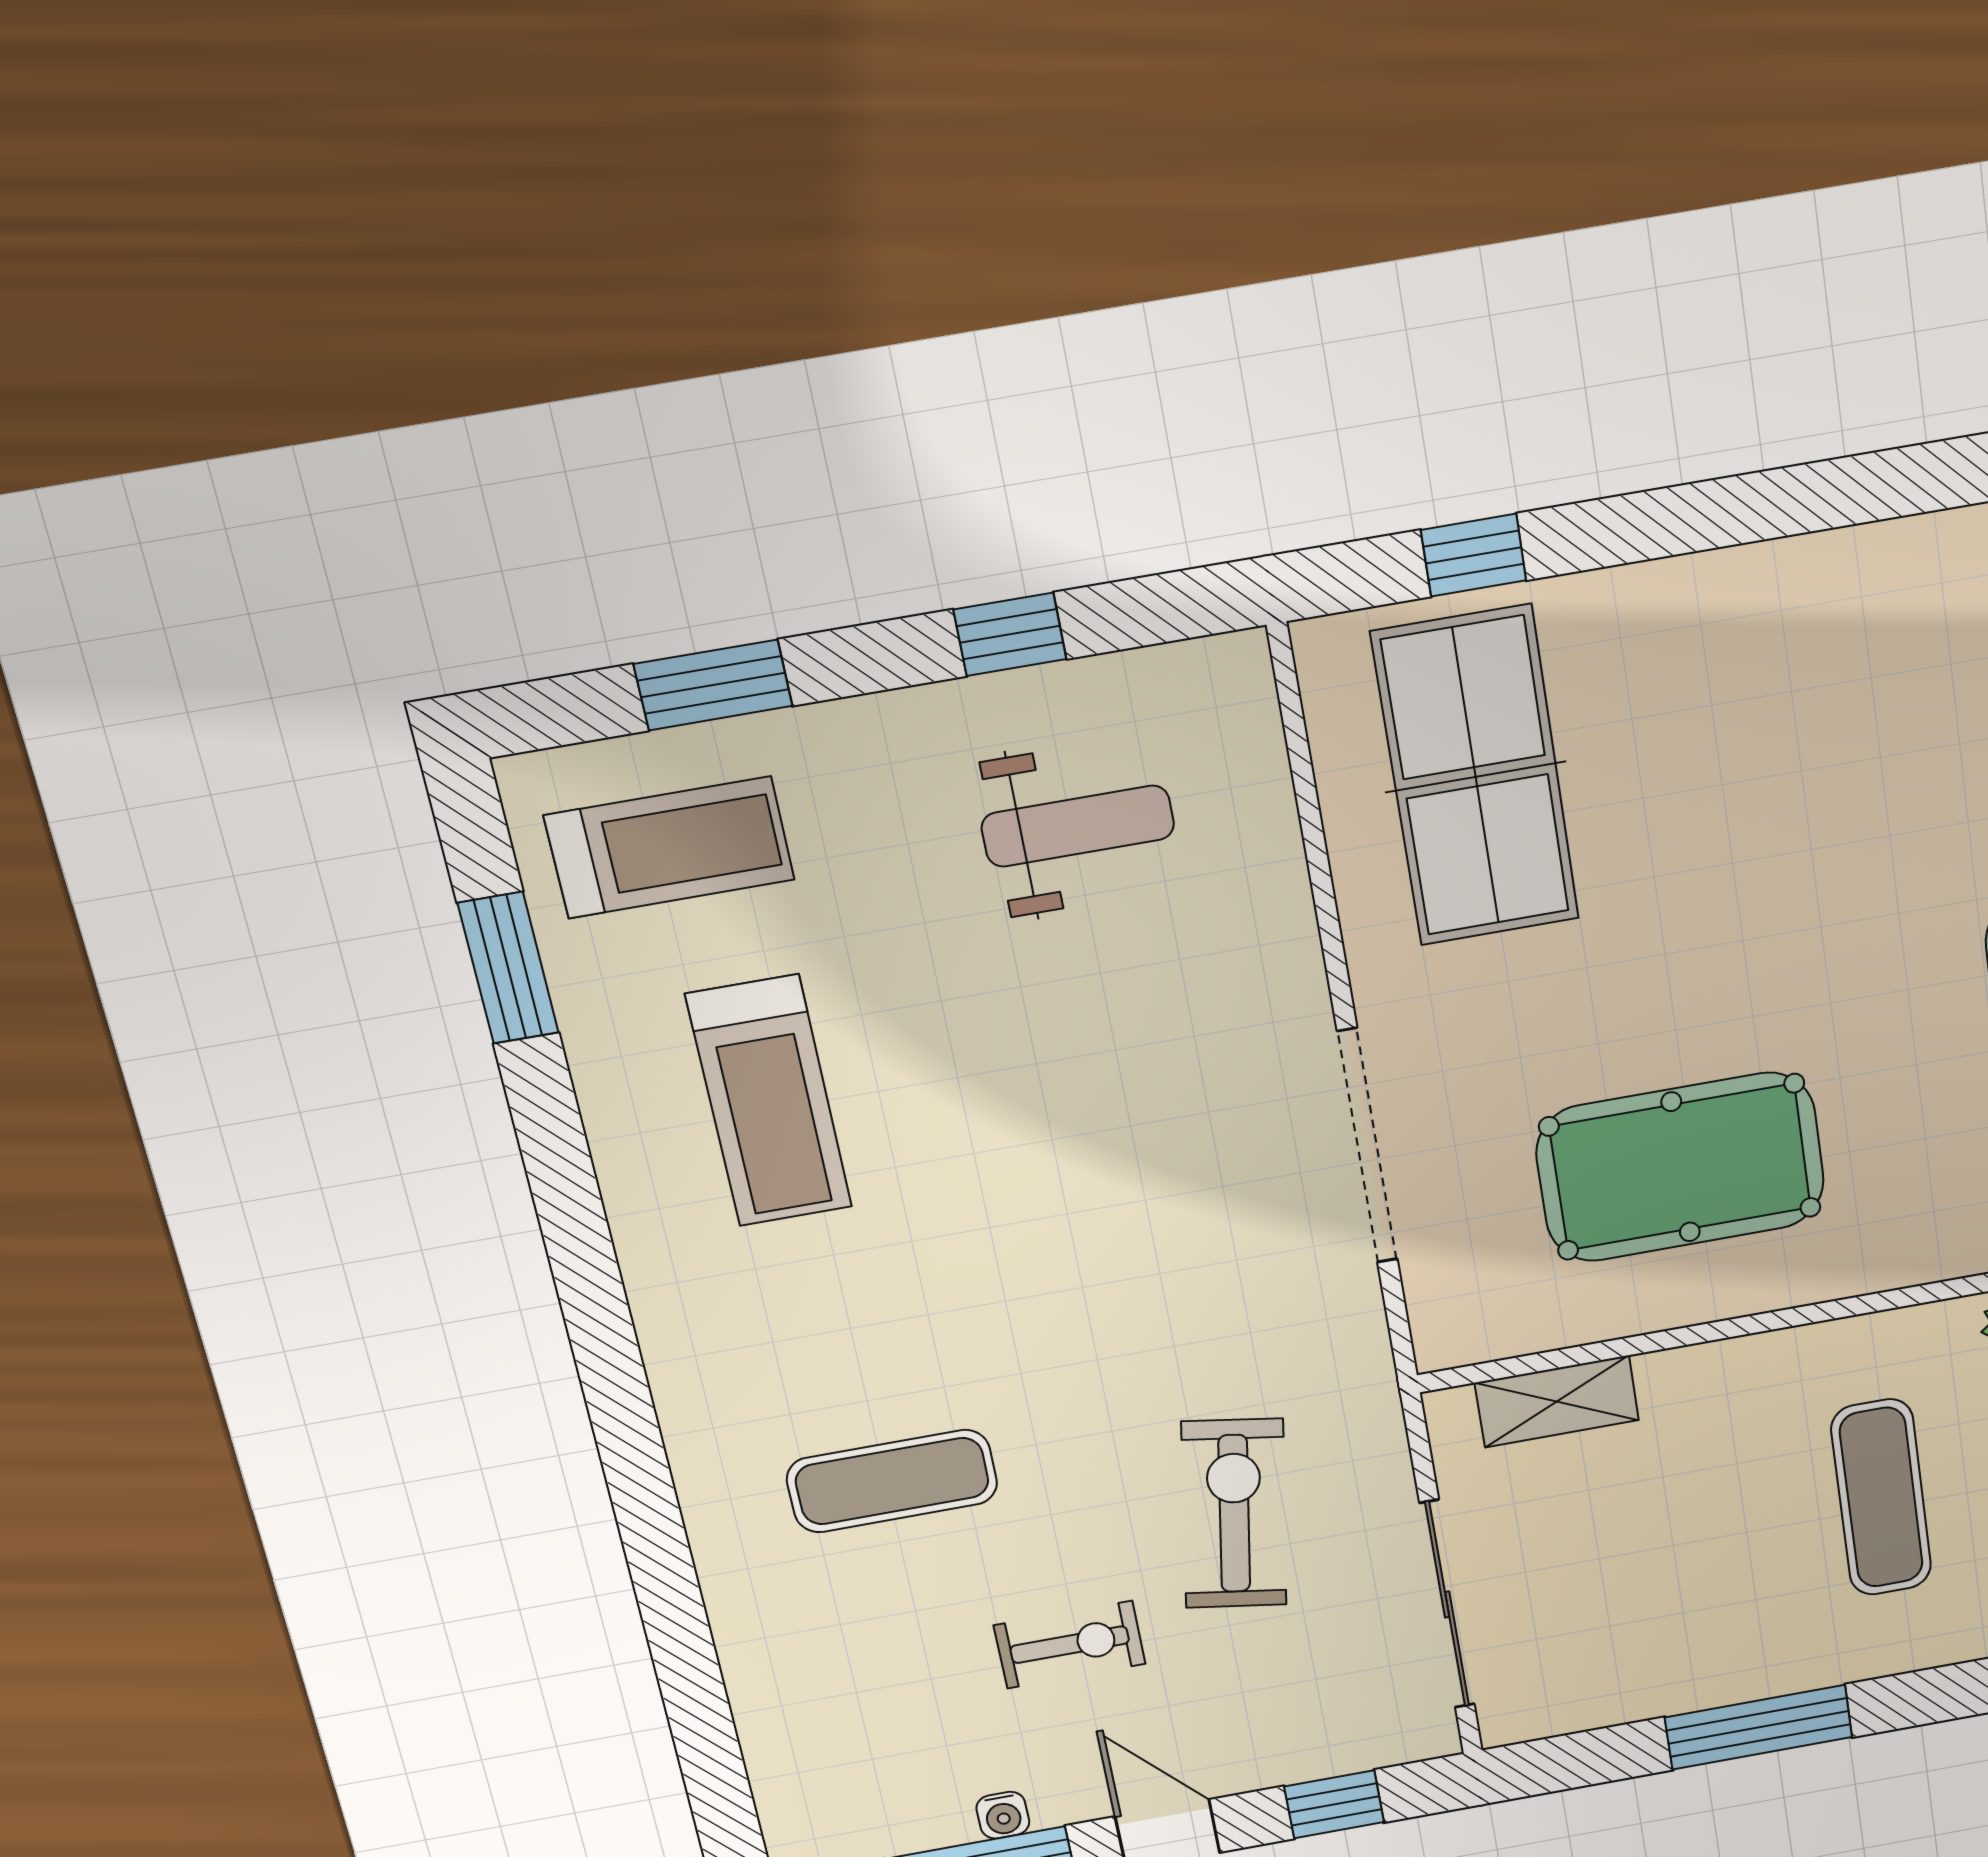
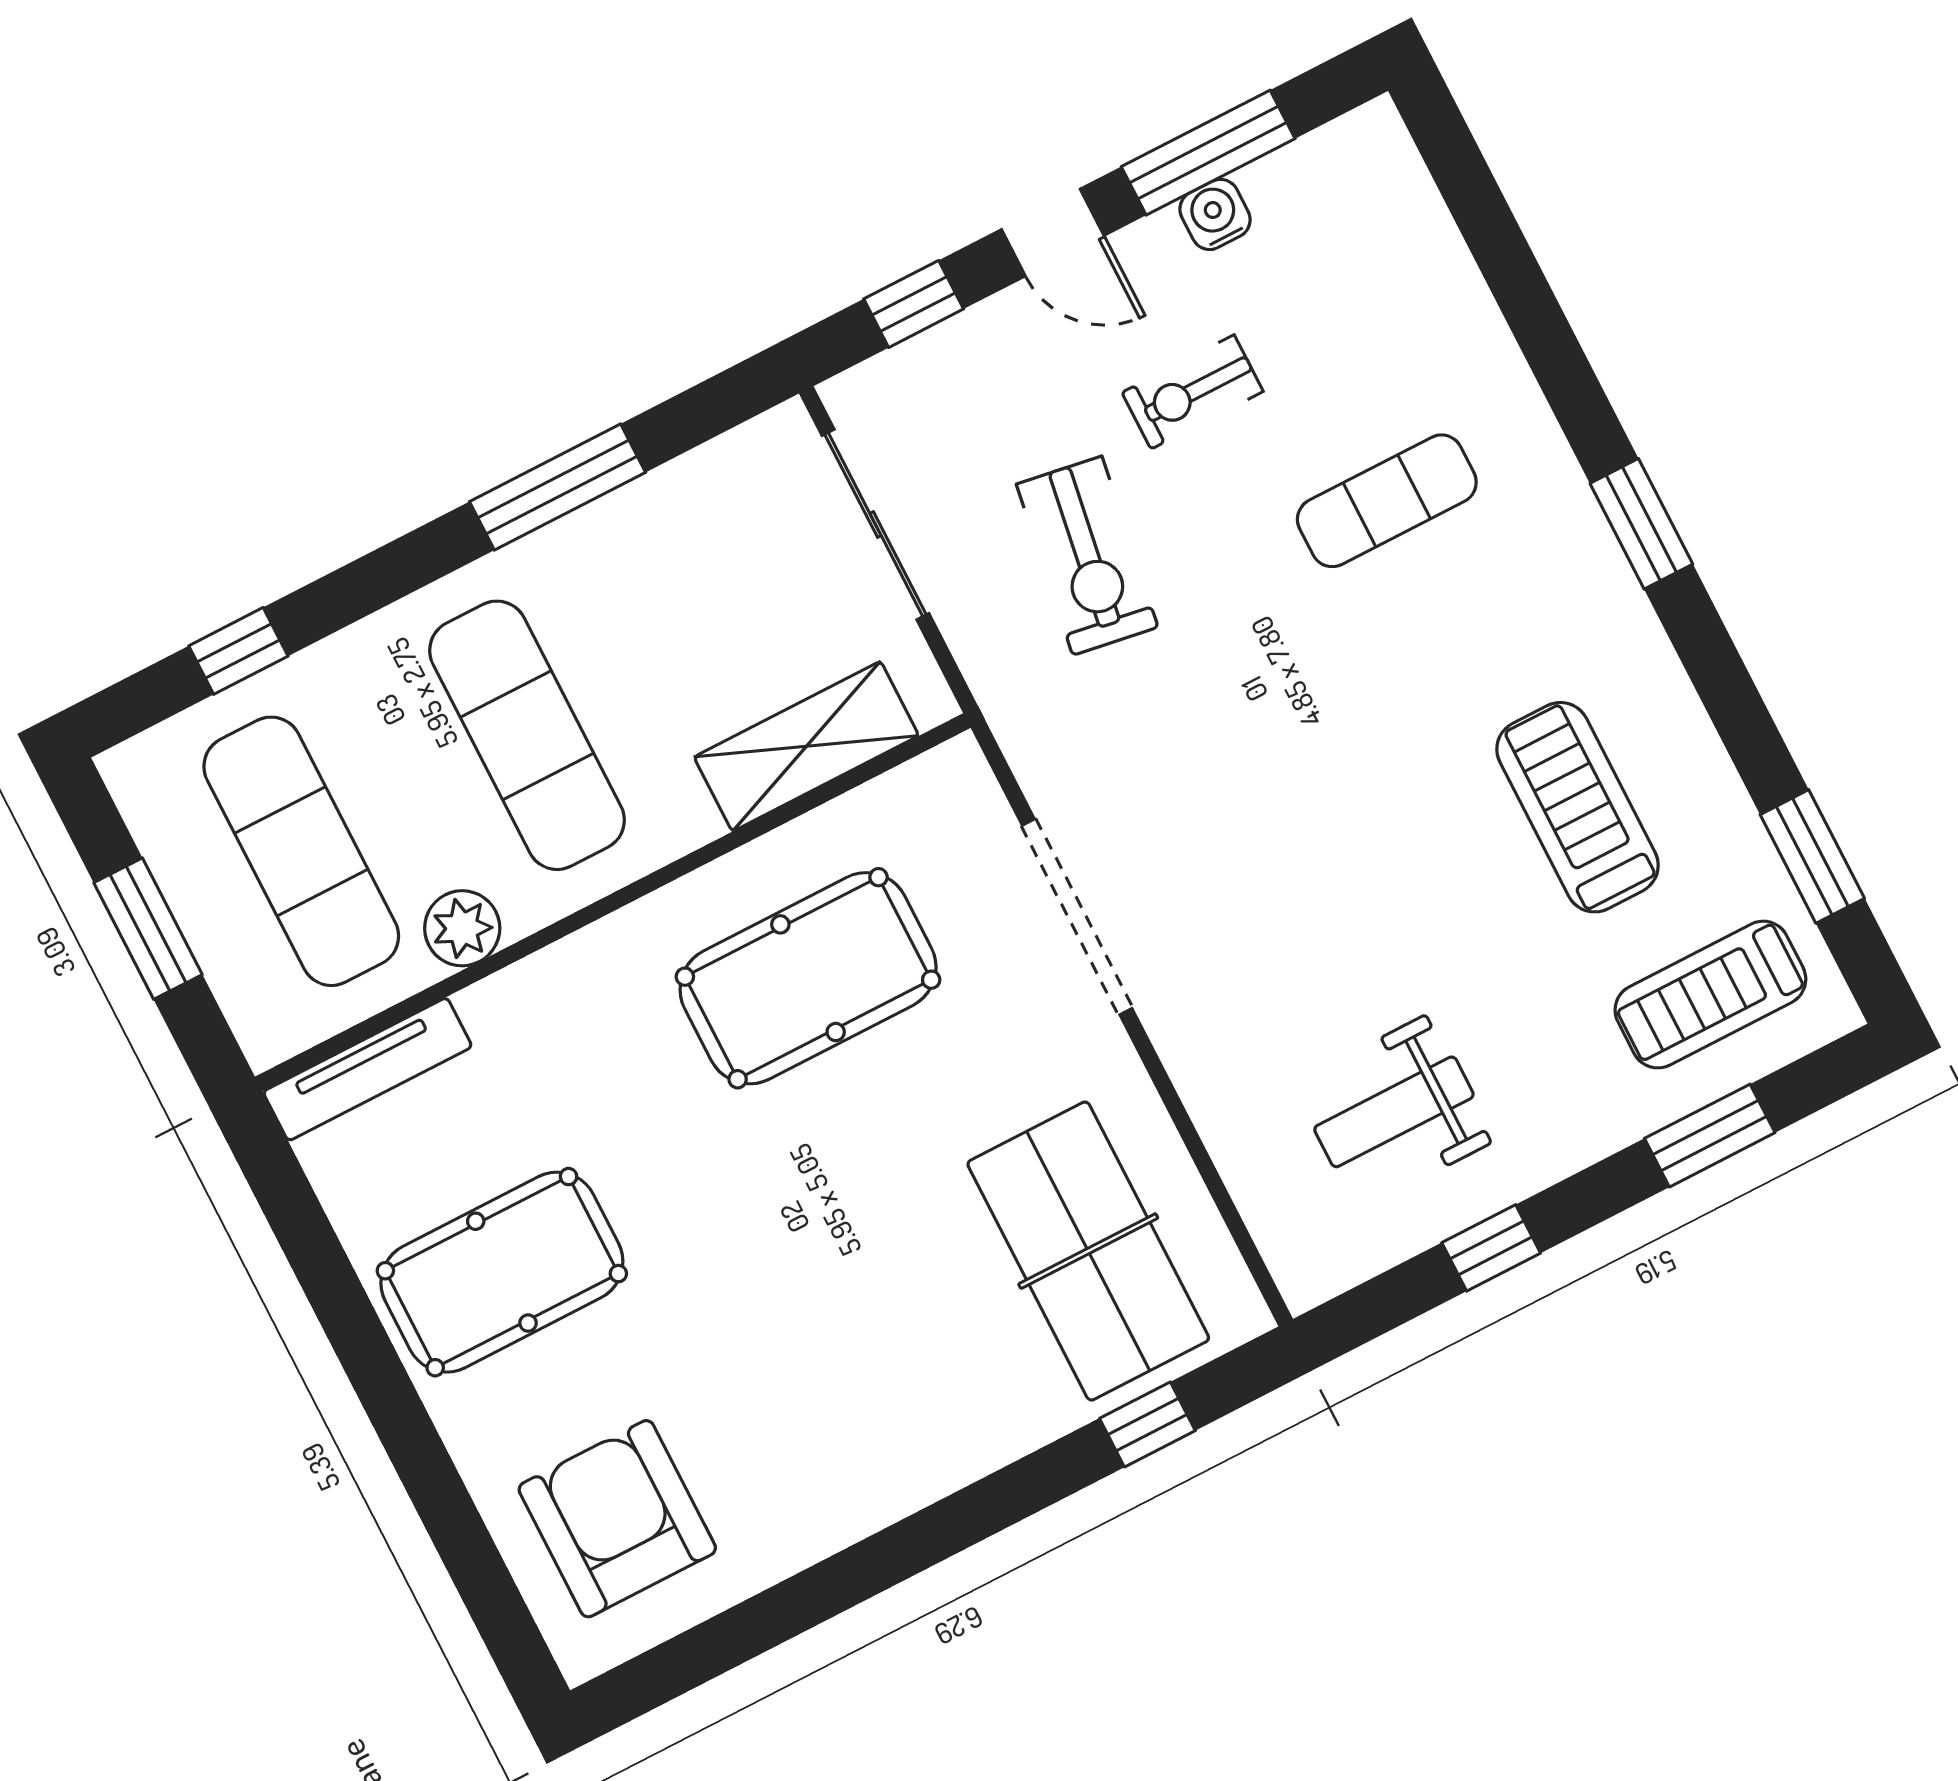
window: (614, 1381) -> (1641, 524), added
shelving: (1557, 1401) -> (806, 746), width x1.50, depth x1.33
exercise mat: (1881, 1498) -> (527, 735), width x1.36, depth x1.45
water cooler: (1003, 1815) -> (1215, 214), width x1.38, depth x1.38

